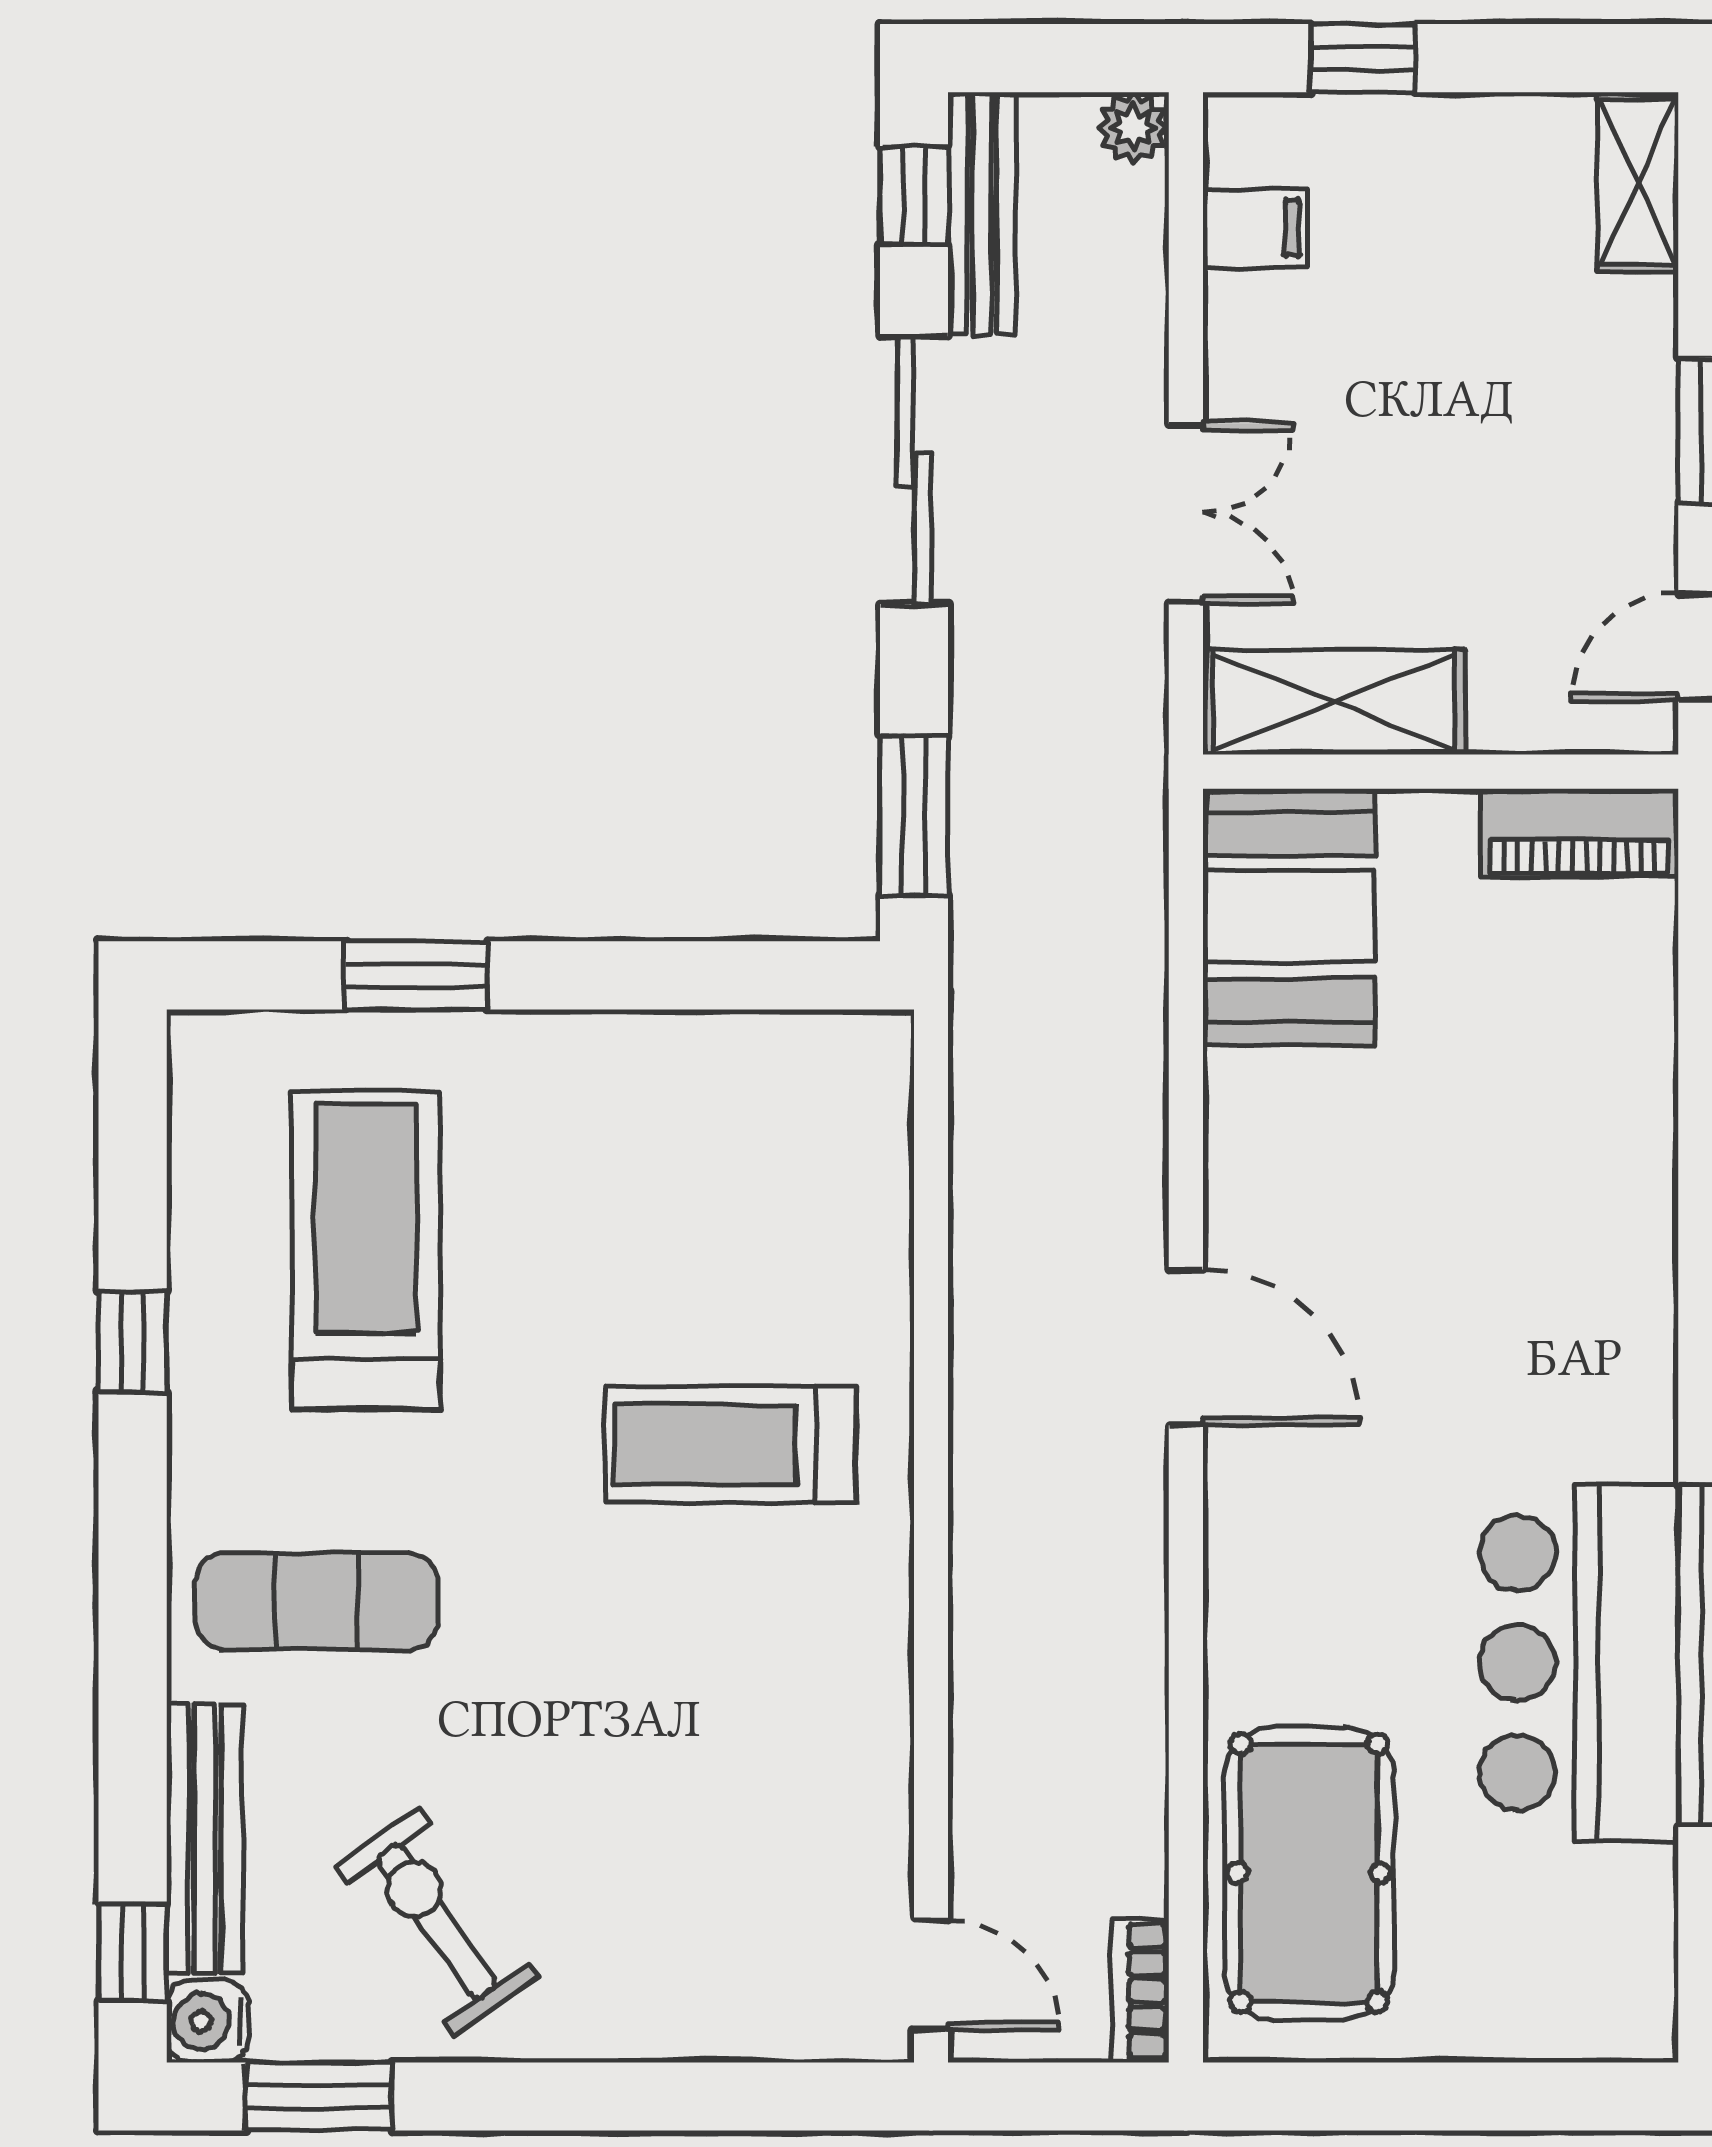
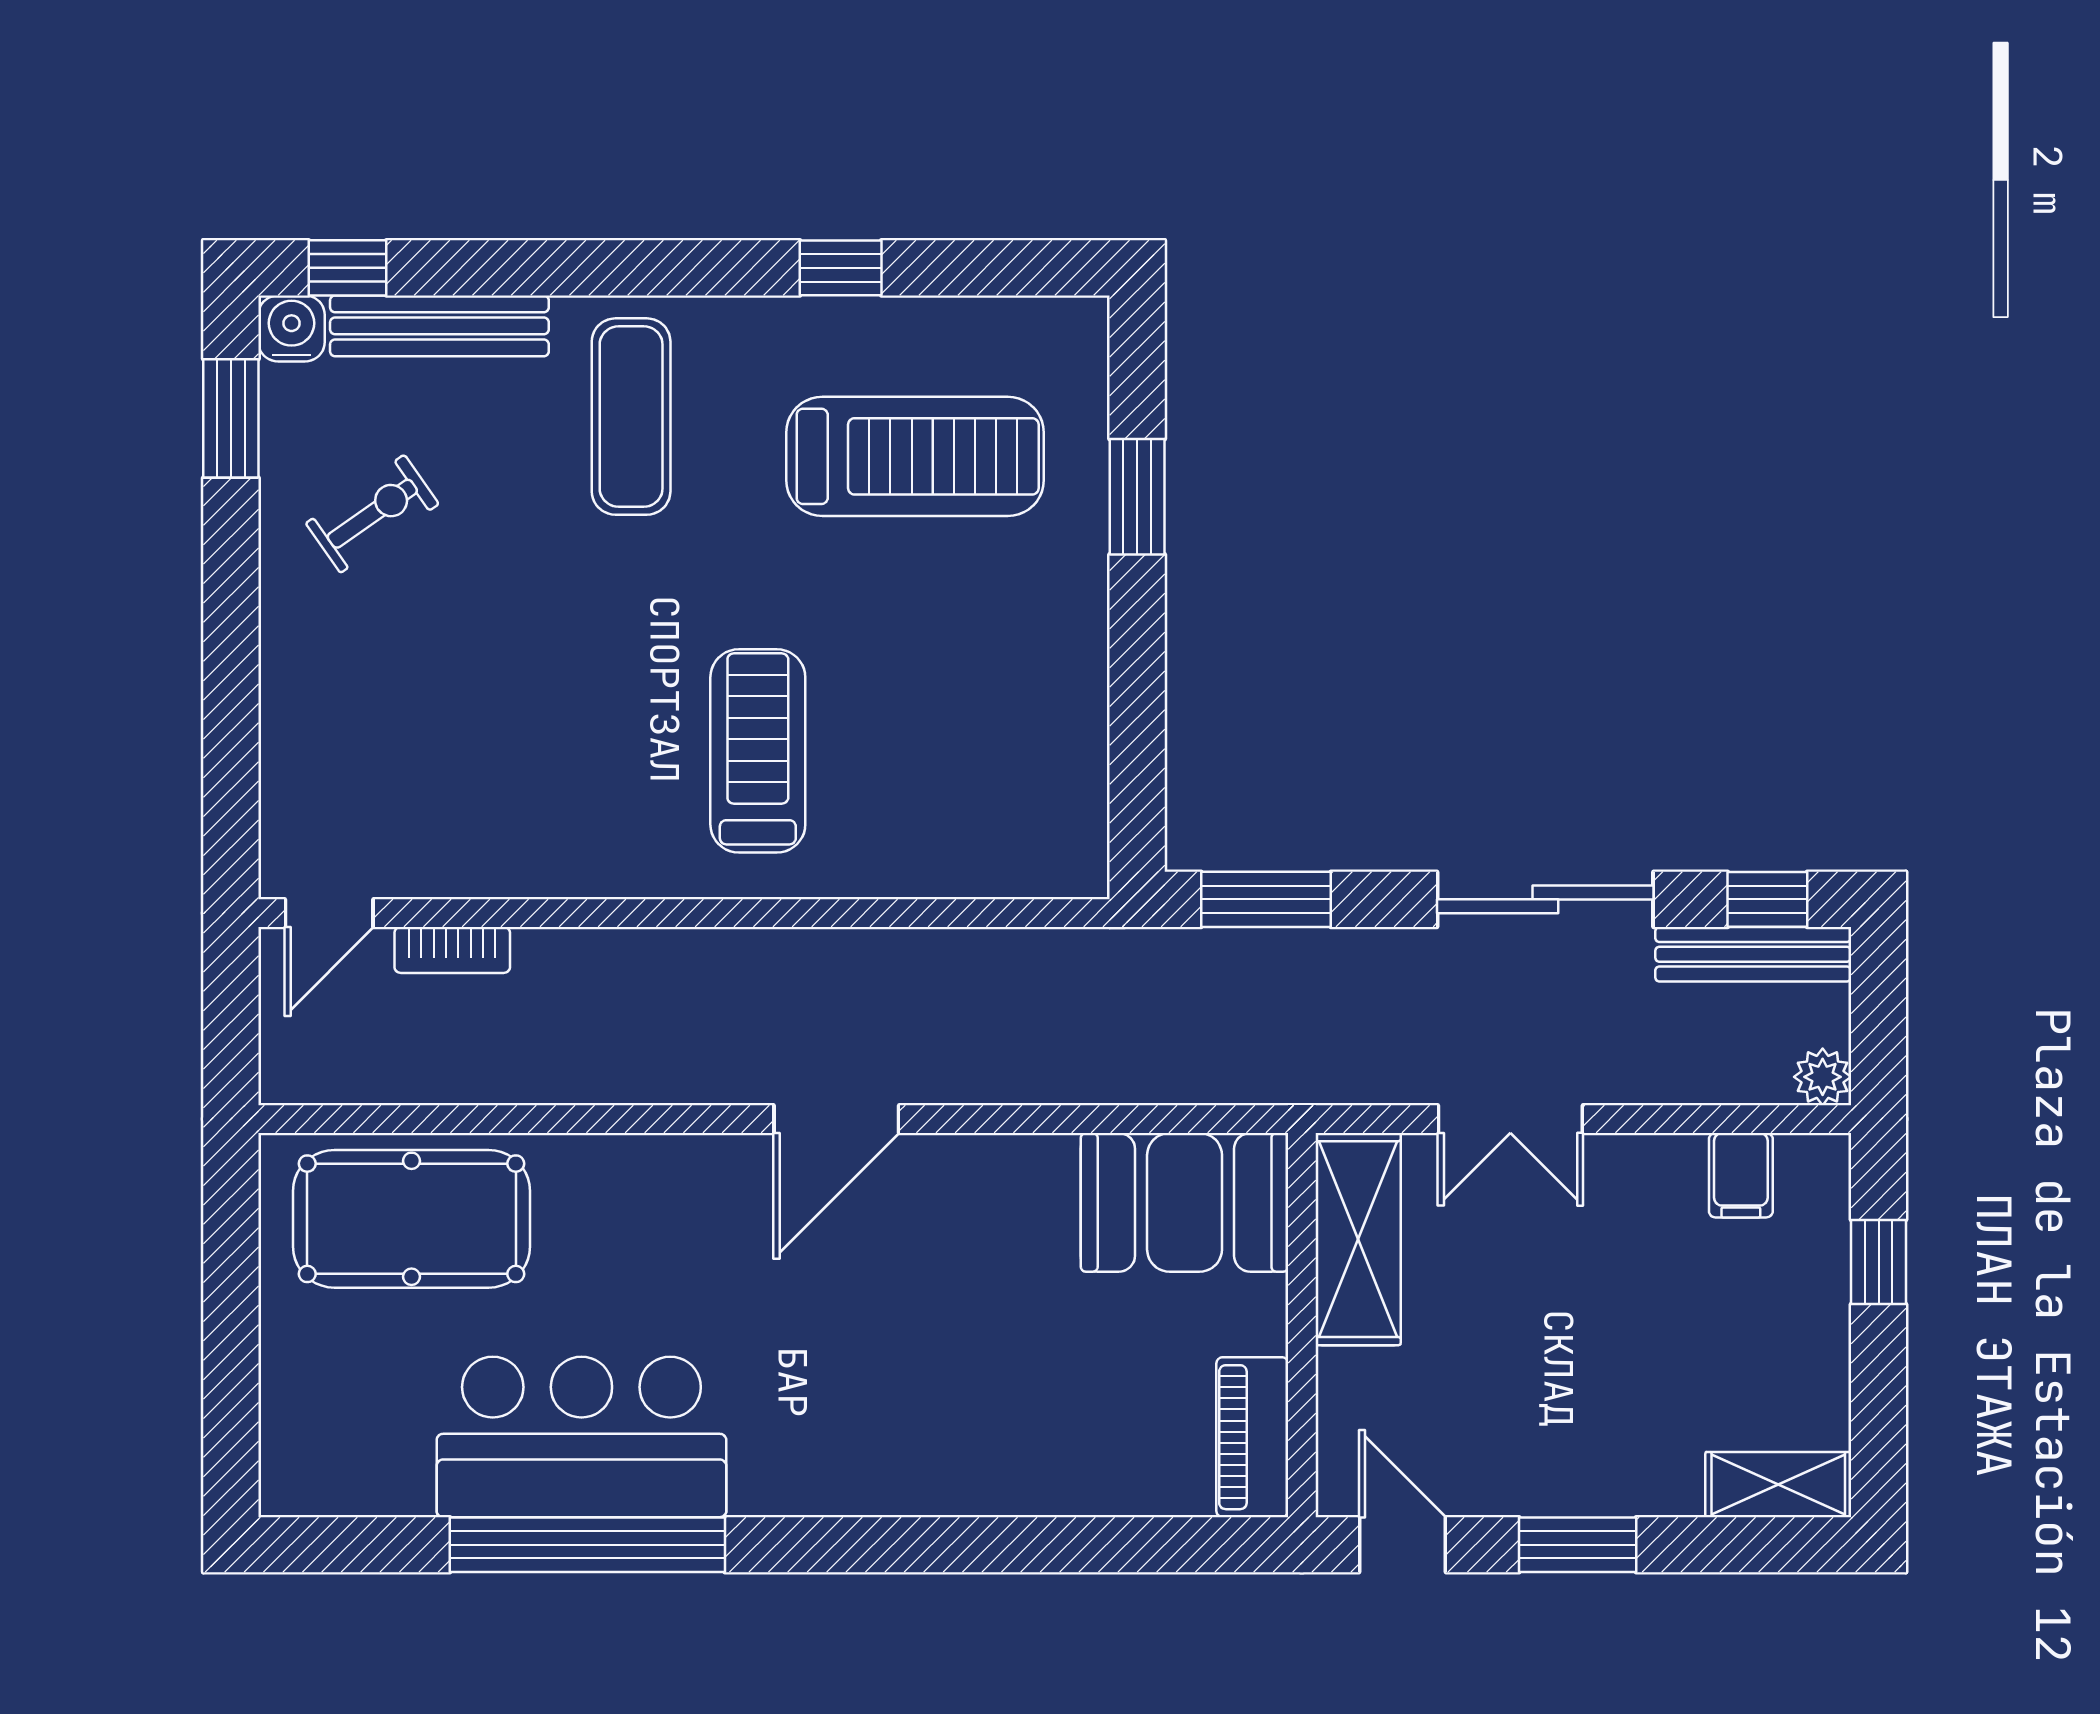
exercise bike: (437, 1921) -> (372, 514), width x0.73, depth x0.72
bookcase: (1140, 1991) -> (452, 950), moved, turned 180

